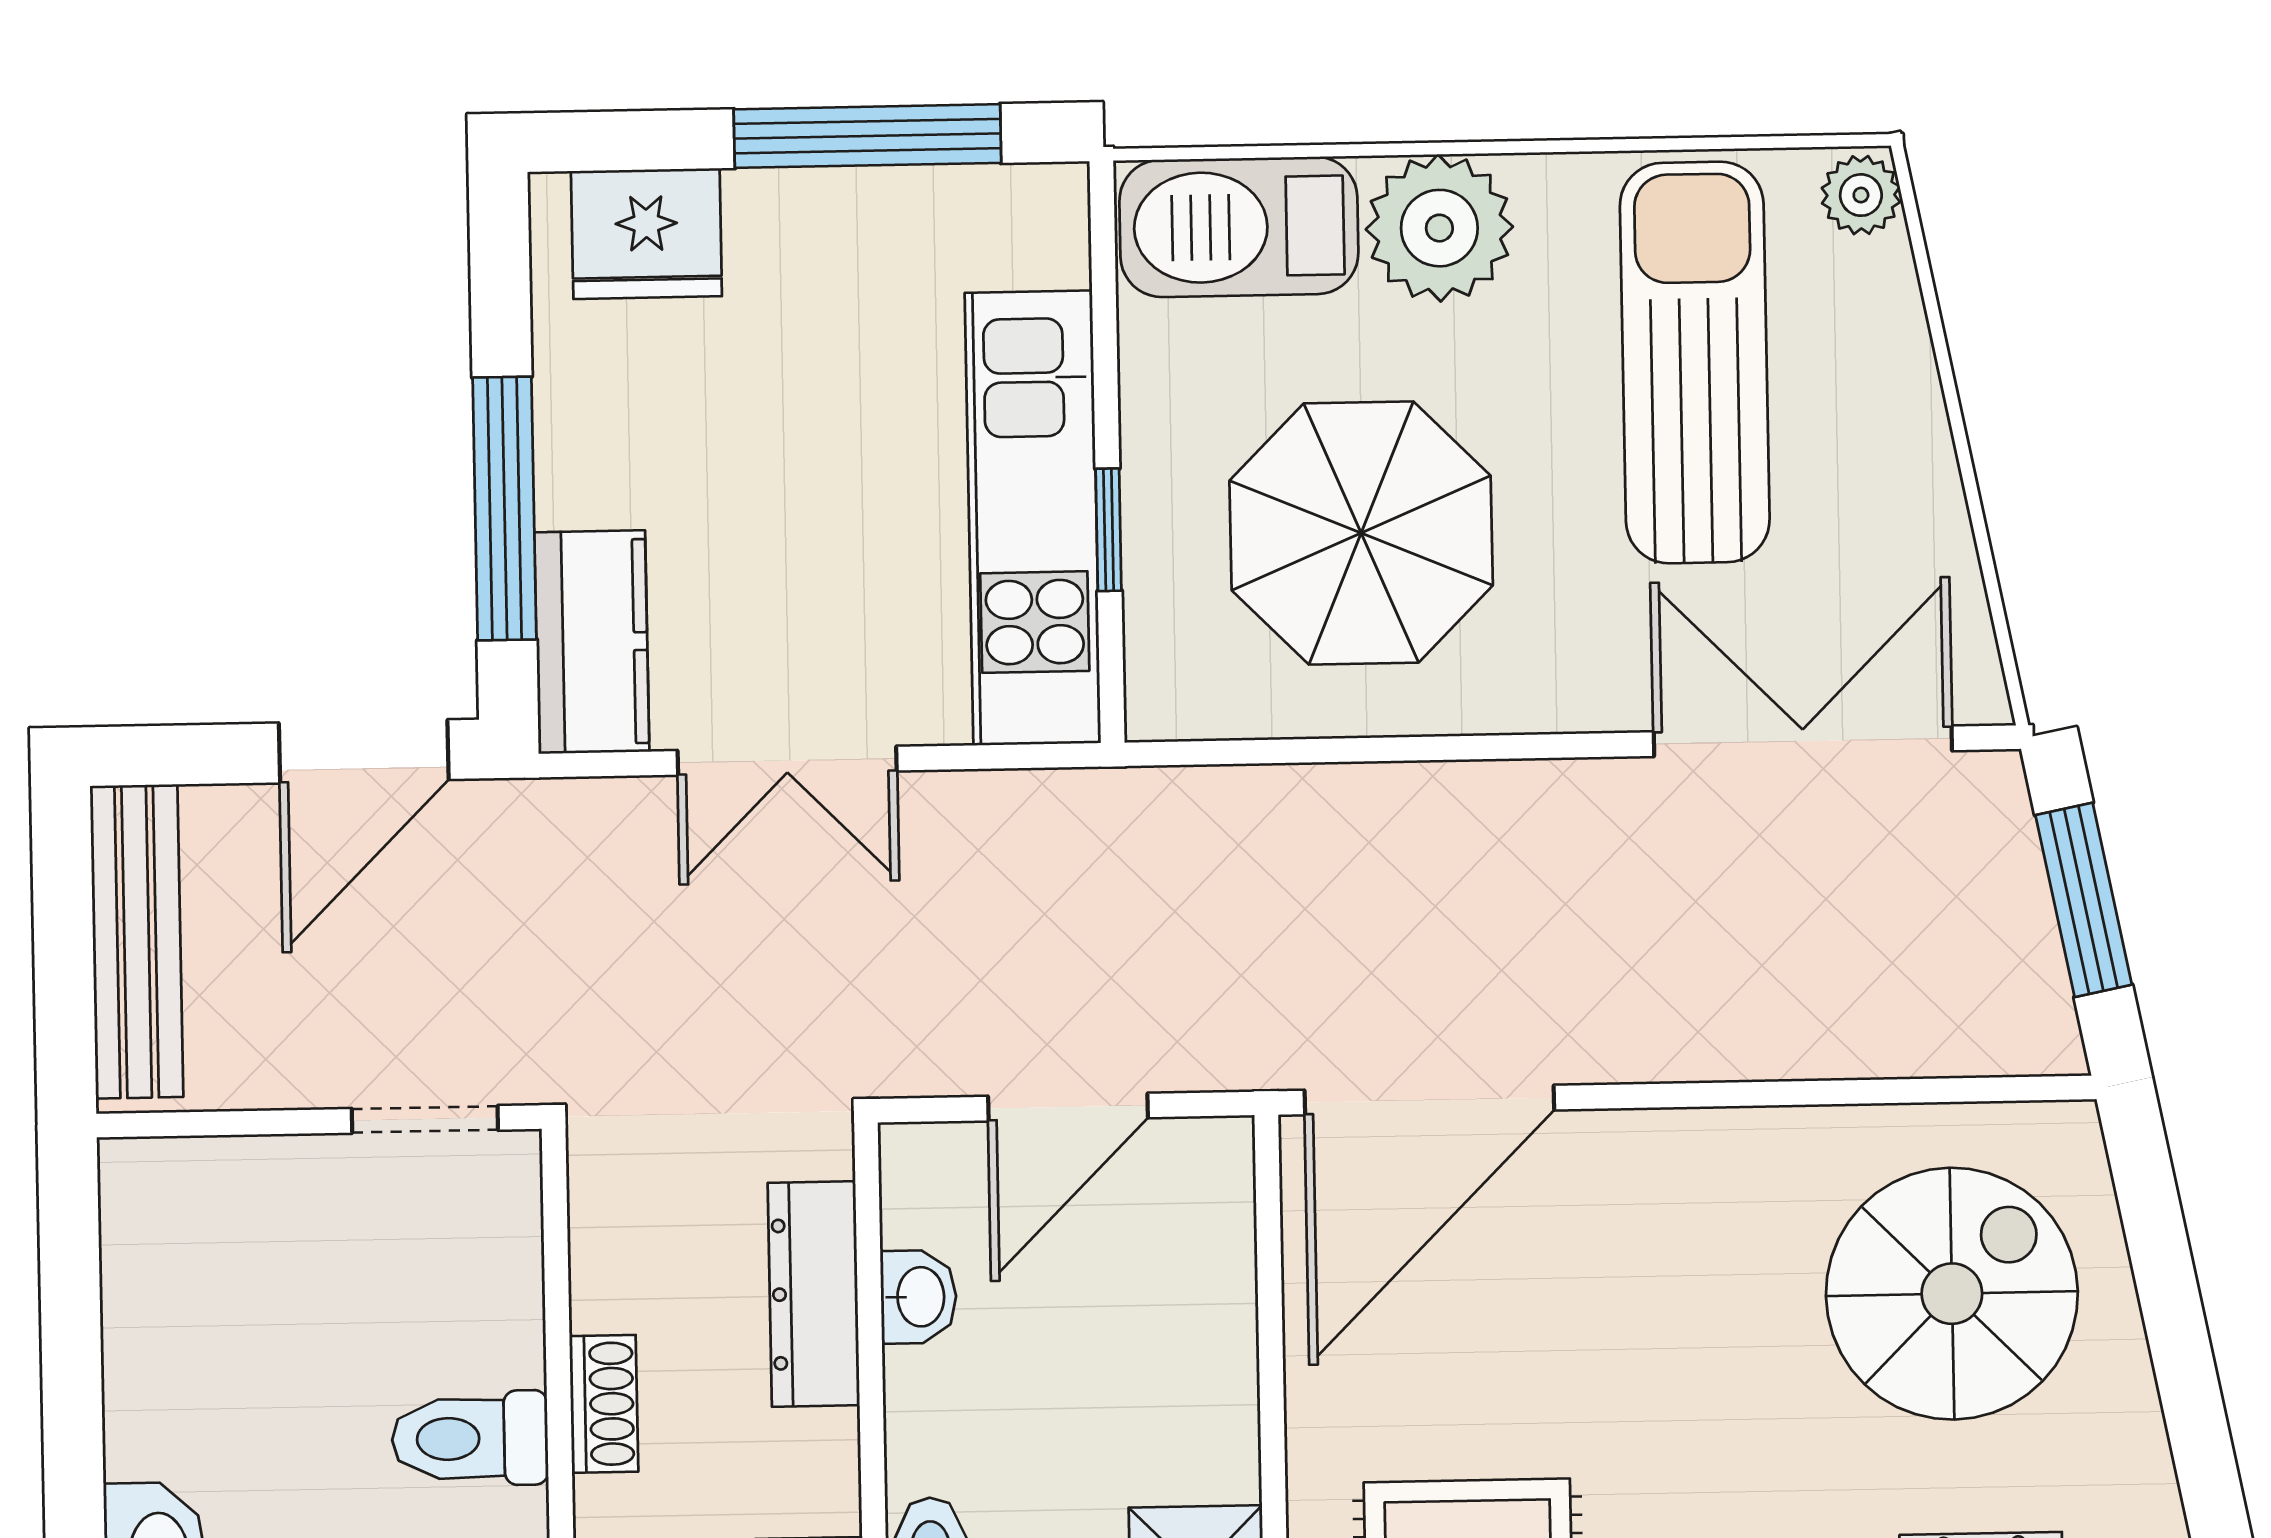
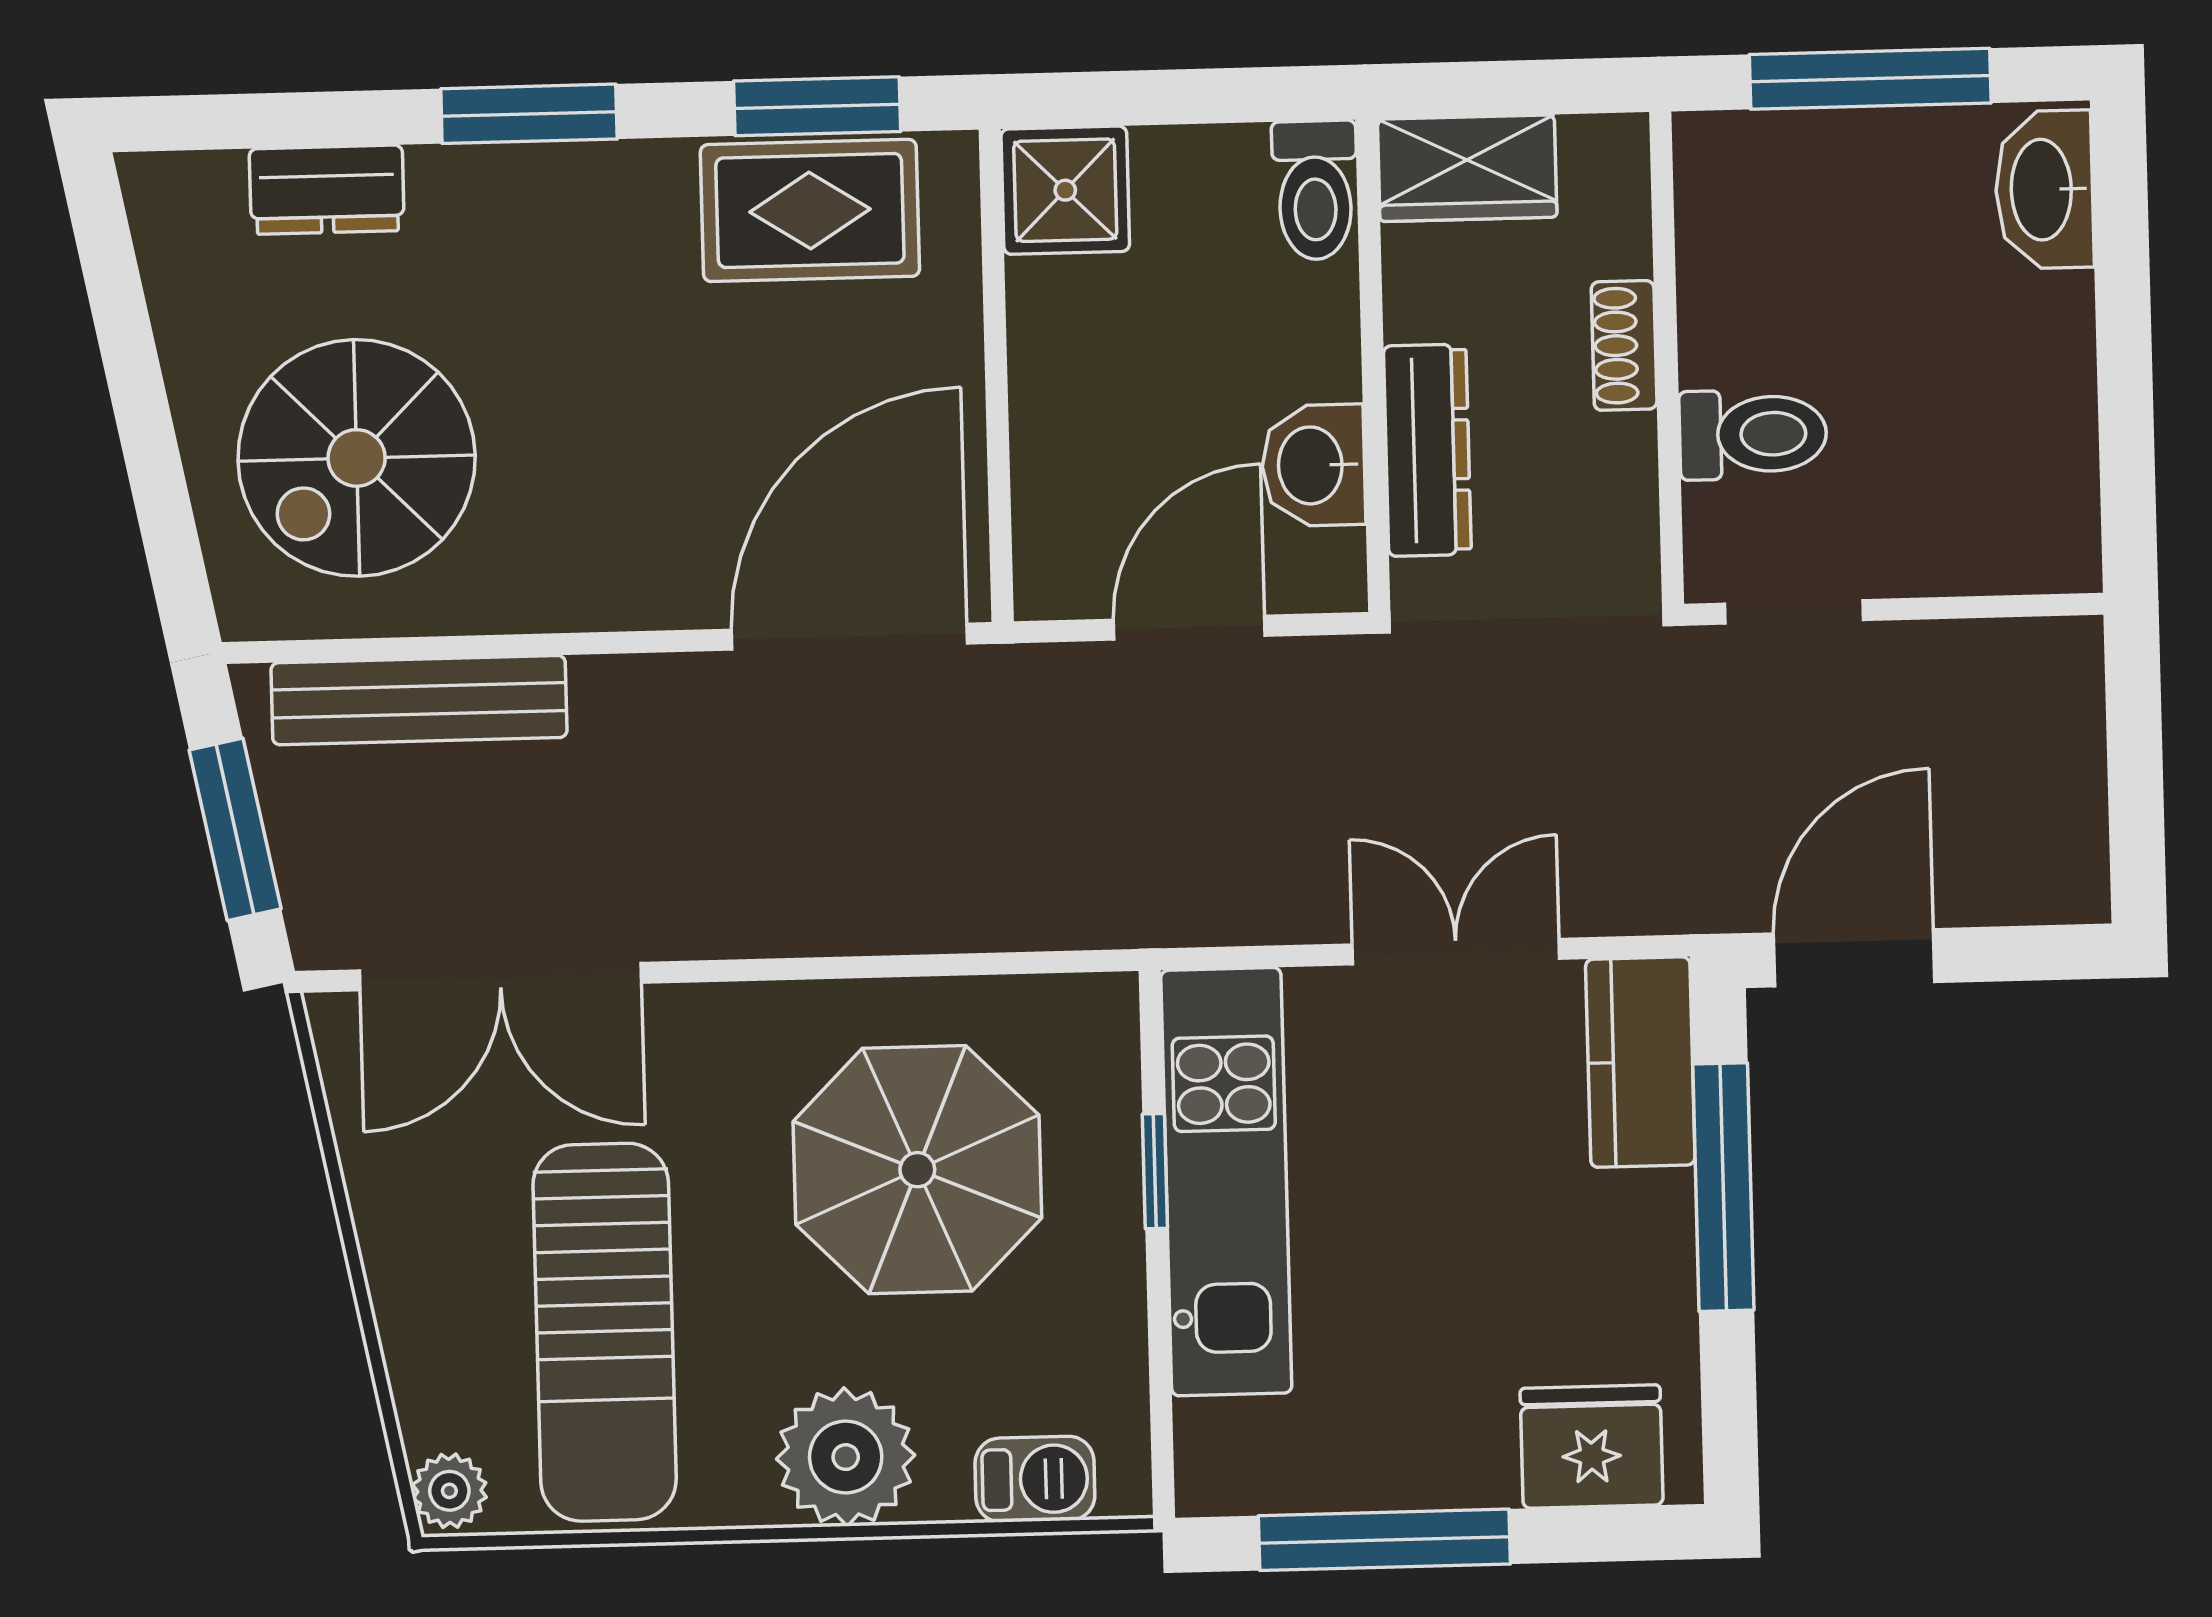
barbecue: (1239, 227) -> (1035, 1479), width x0.53, depth x0.65
bench: (137, 941) -> (419, 700), moved, turned 90
washbasin: (919, 1297) -> (1313, 465), width x1.38, depth x1.45
toilet: (470, 1439) -> (1753, 434), moved

